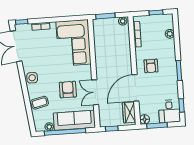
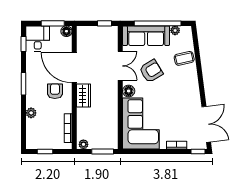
plant: (170, 34) -> (31, 113), moved
floor lamp: (86, 71) -> (129, 91), added
side table: (32, 78) -> (191, 87), removed
door: (135, 88) -> (74, 68), swing flipped
armchair: (68, 90) -> (151, 71), turned -121
wardrobe: (129, 112) -> (83, 96), moved

